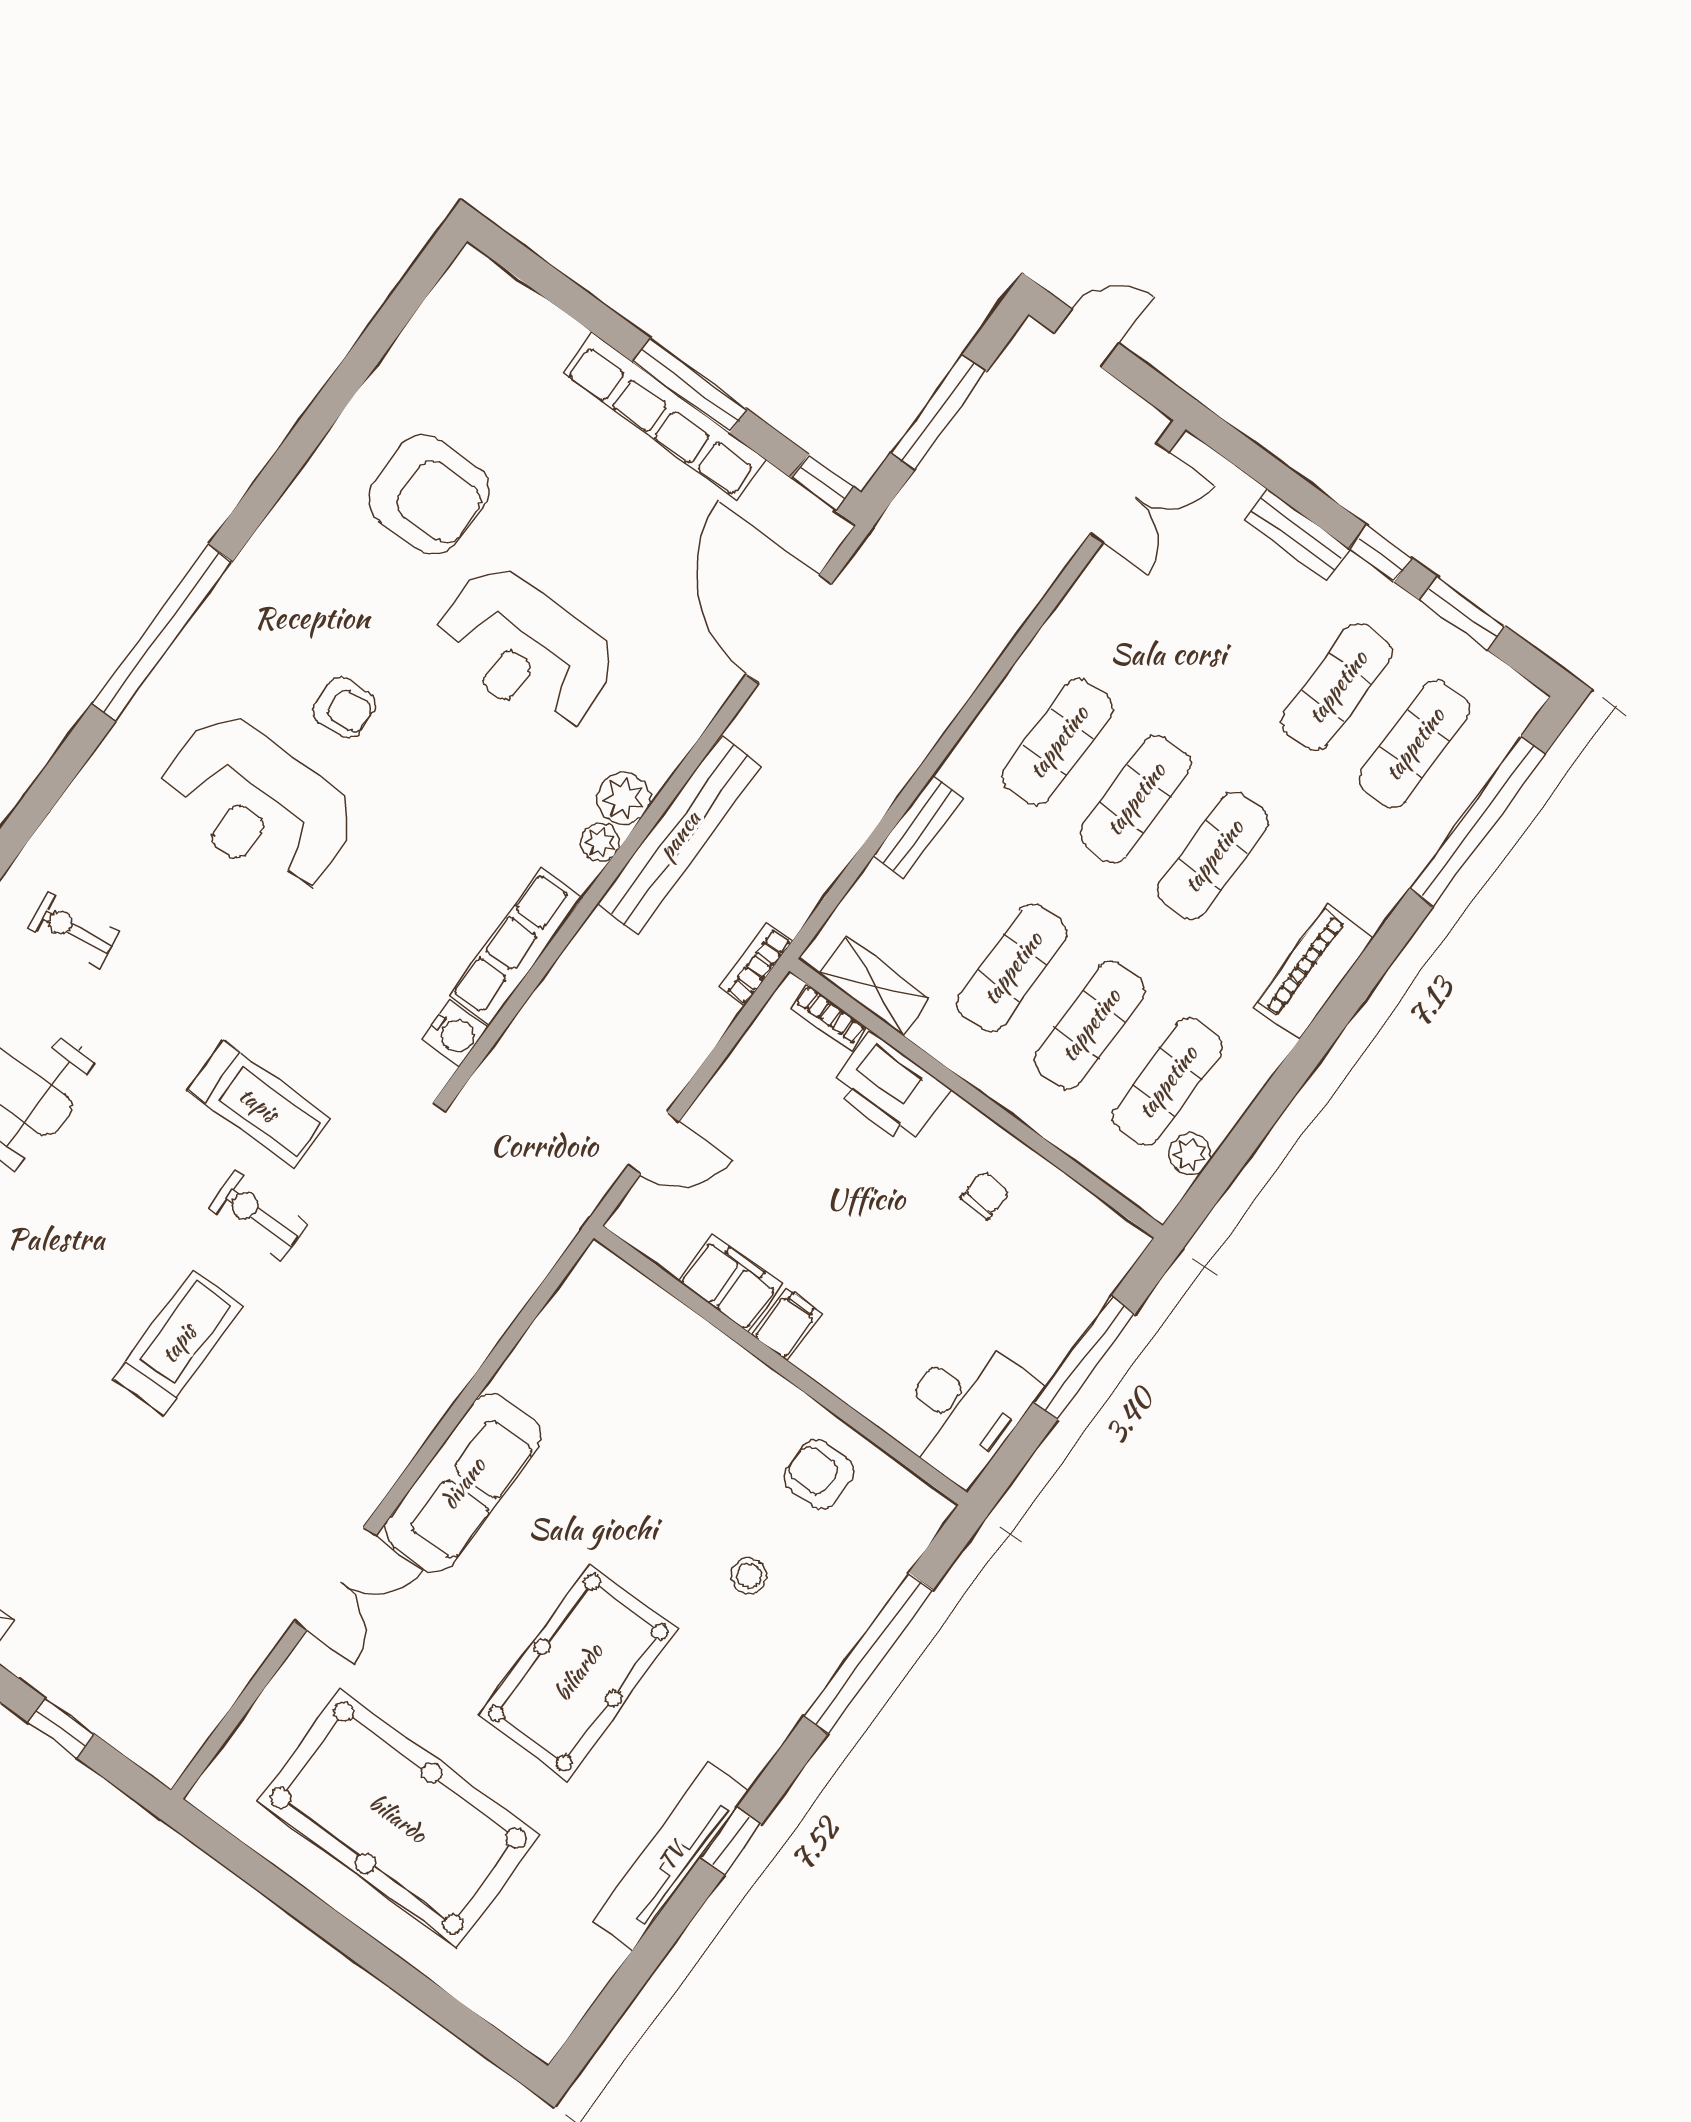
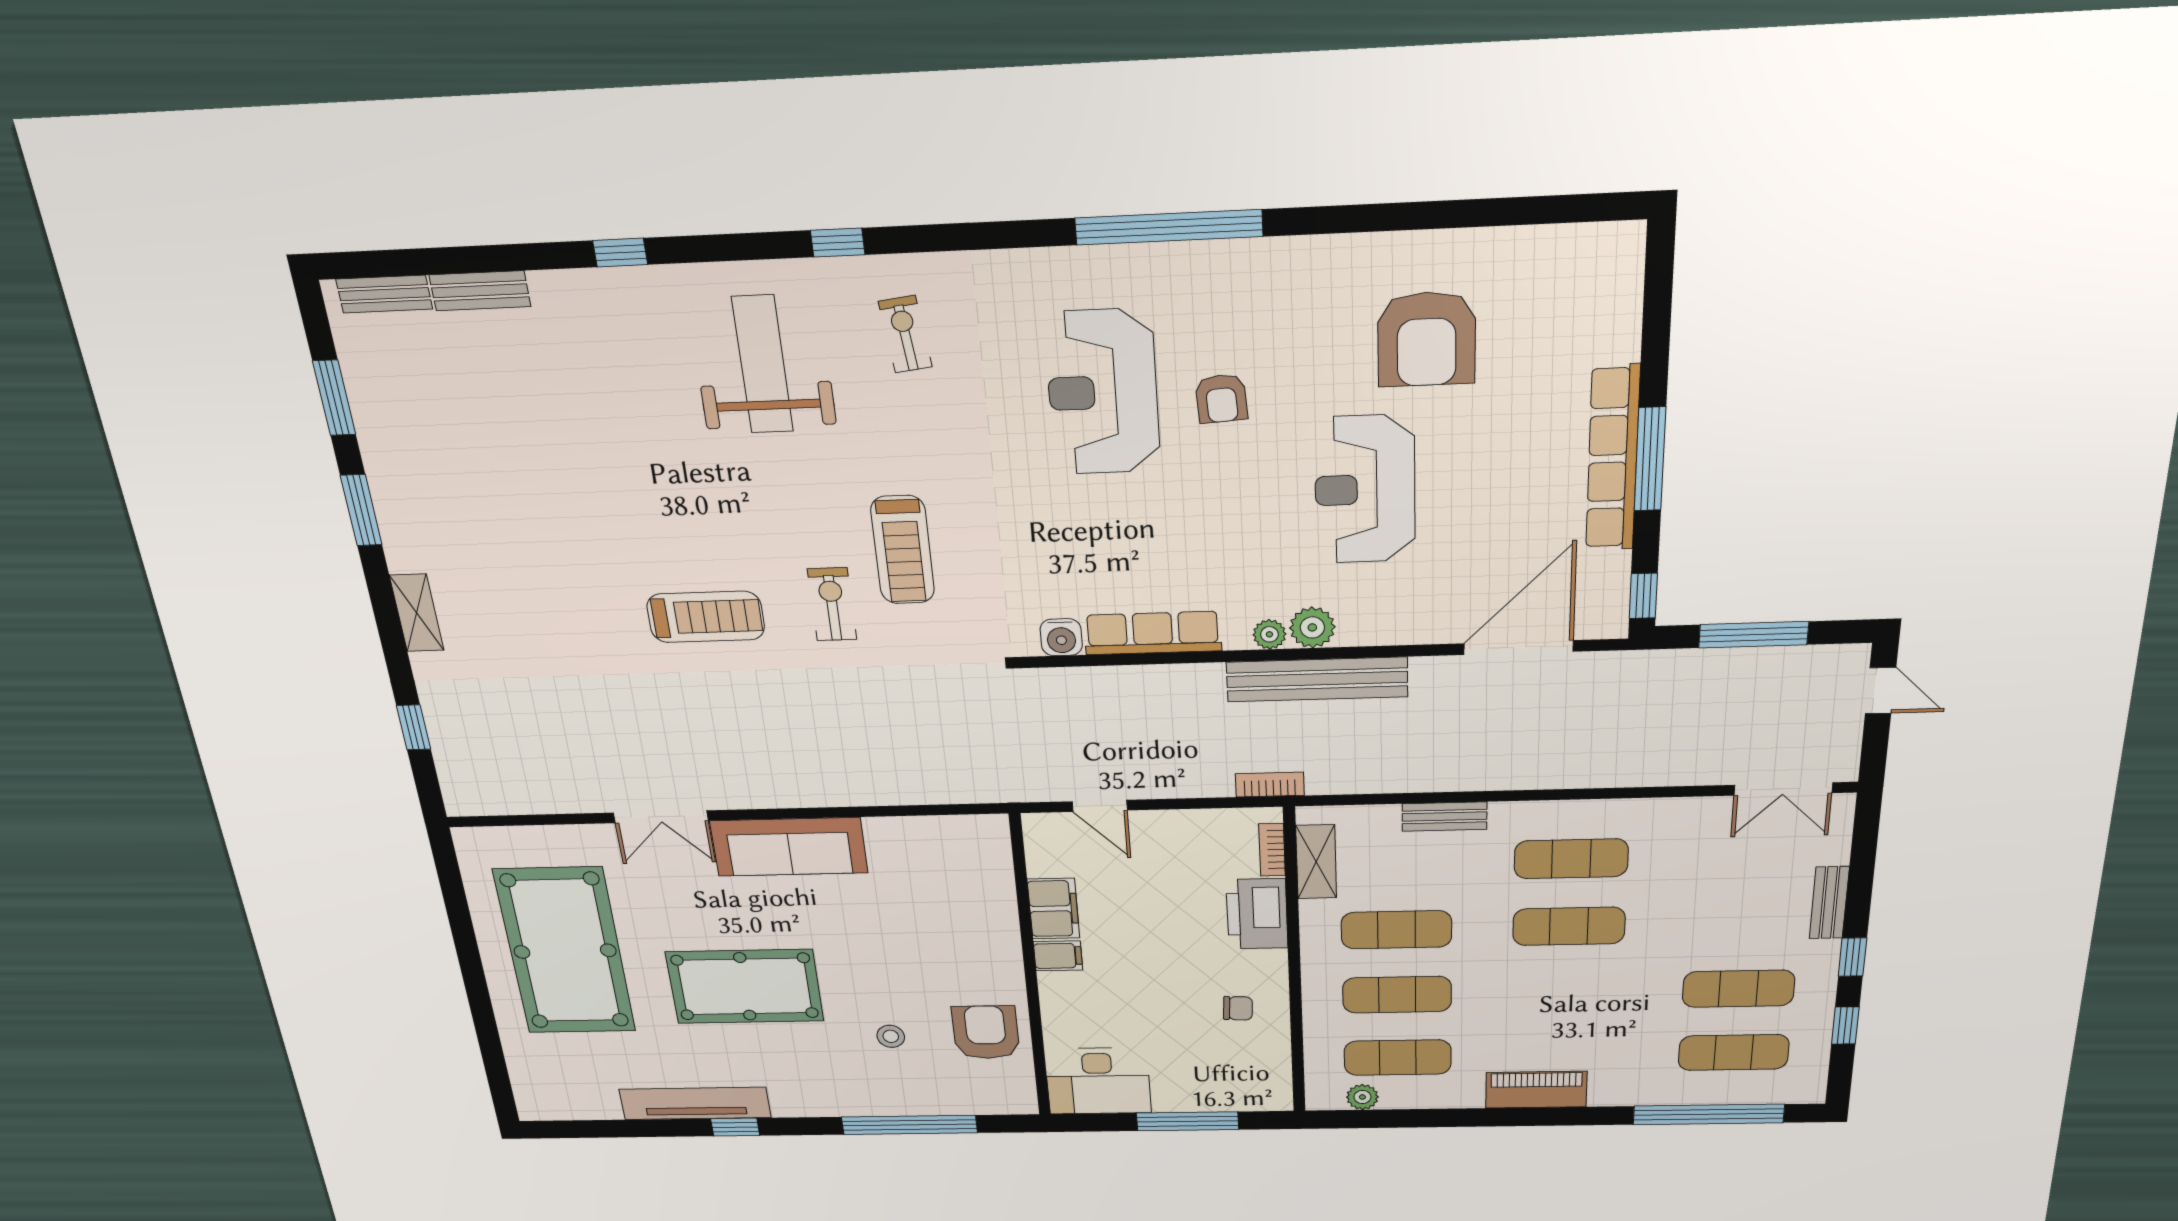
window: (1462, 613) -> (1845, 1026), width x0.67
exercise mat: (1213, 856) -> (1567, 992), removed
armchair: (819, 1474) -> (986, 1032), width x1.38, depth x1.38

